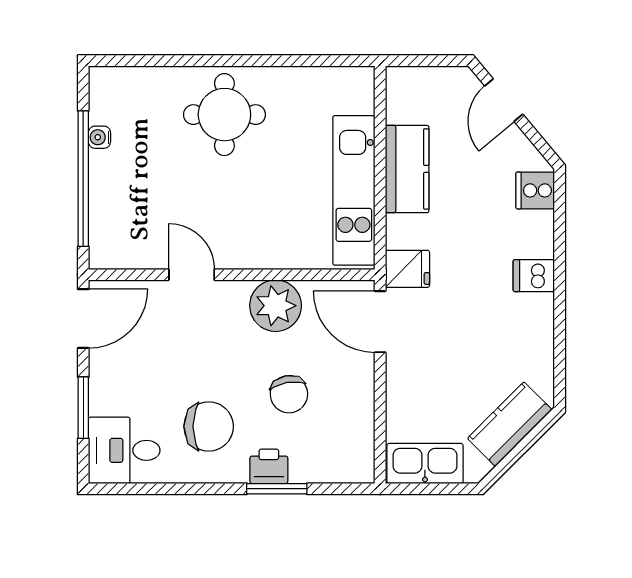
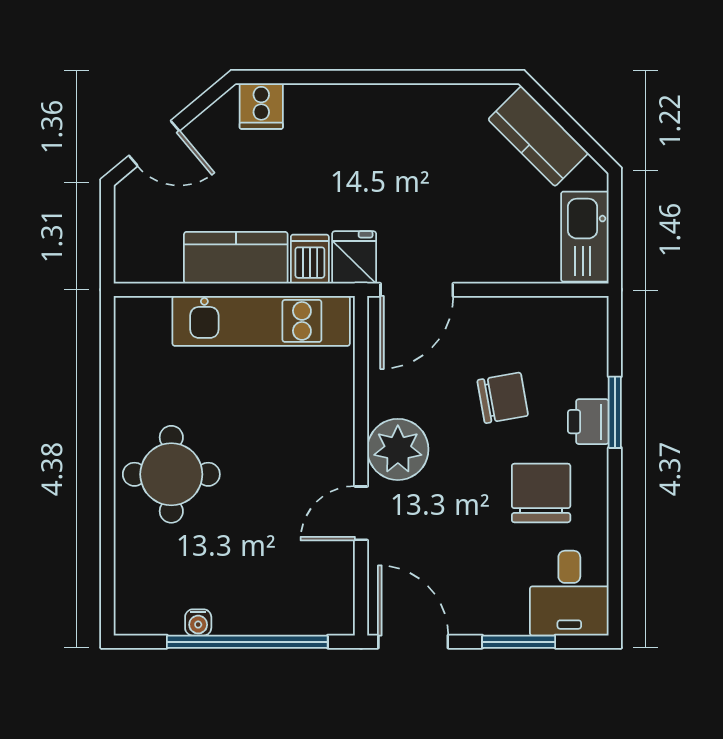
dishwasher: (534, 276) -> (310, 259), moved, turned 180
plant: (276, 306) -> (398, 449), moved

